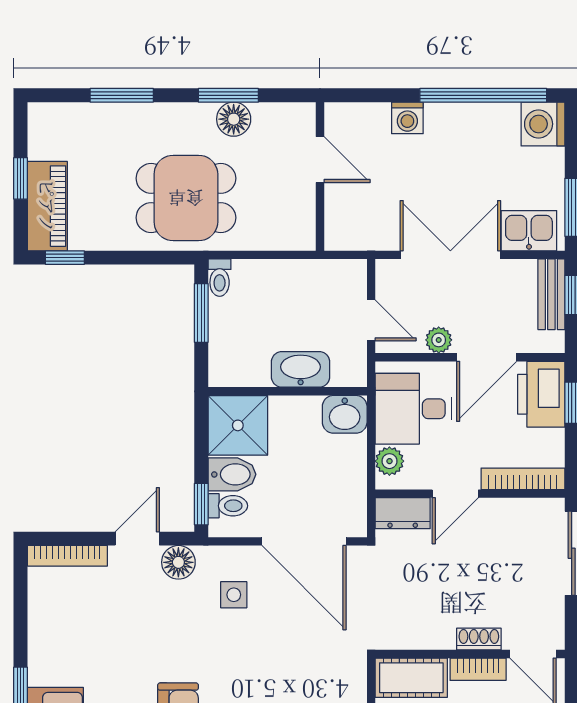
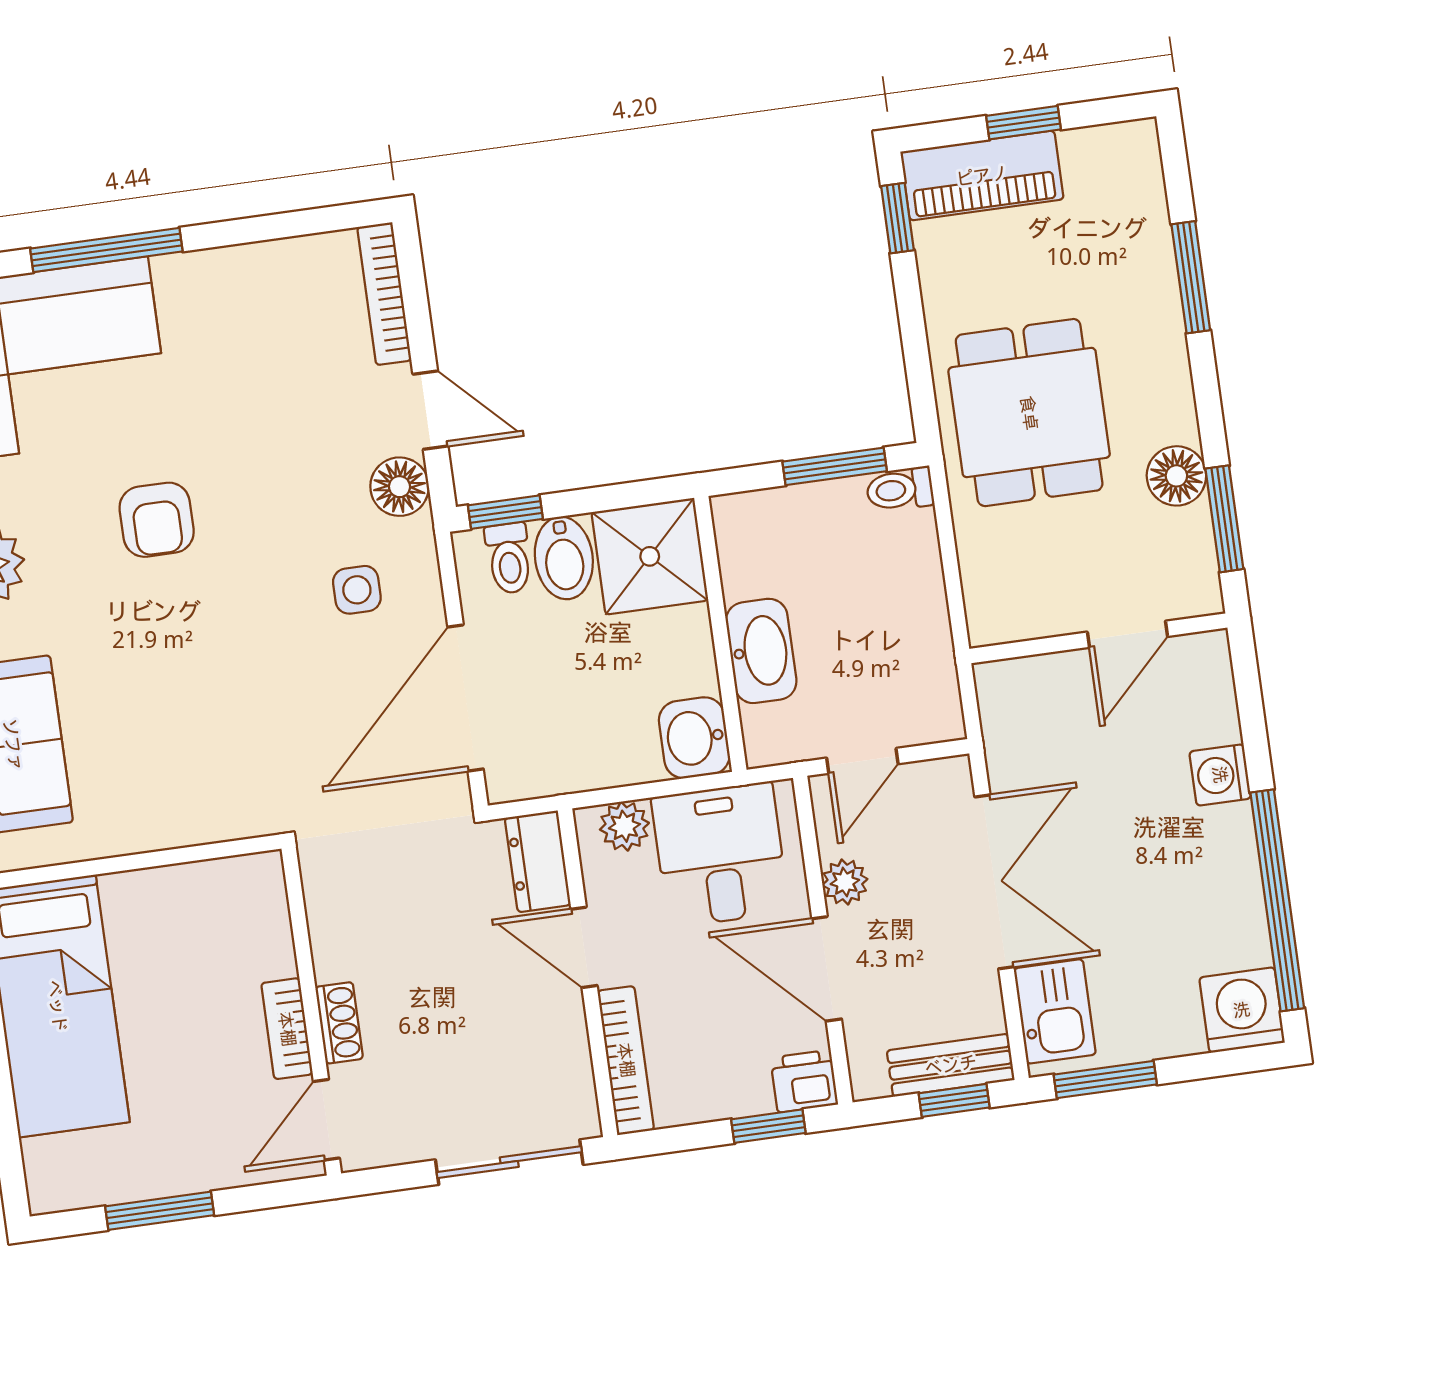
window: (228, 95) -> (1224, 519), moved
printer: (541, 394) -> (804, 1081), width x0.53, depth x0.68
cot: (411, 678) -> (256, 916), removed

